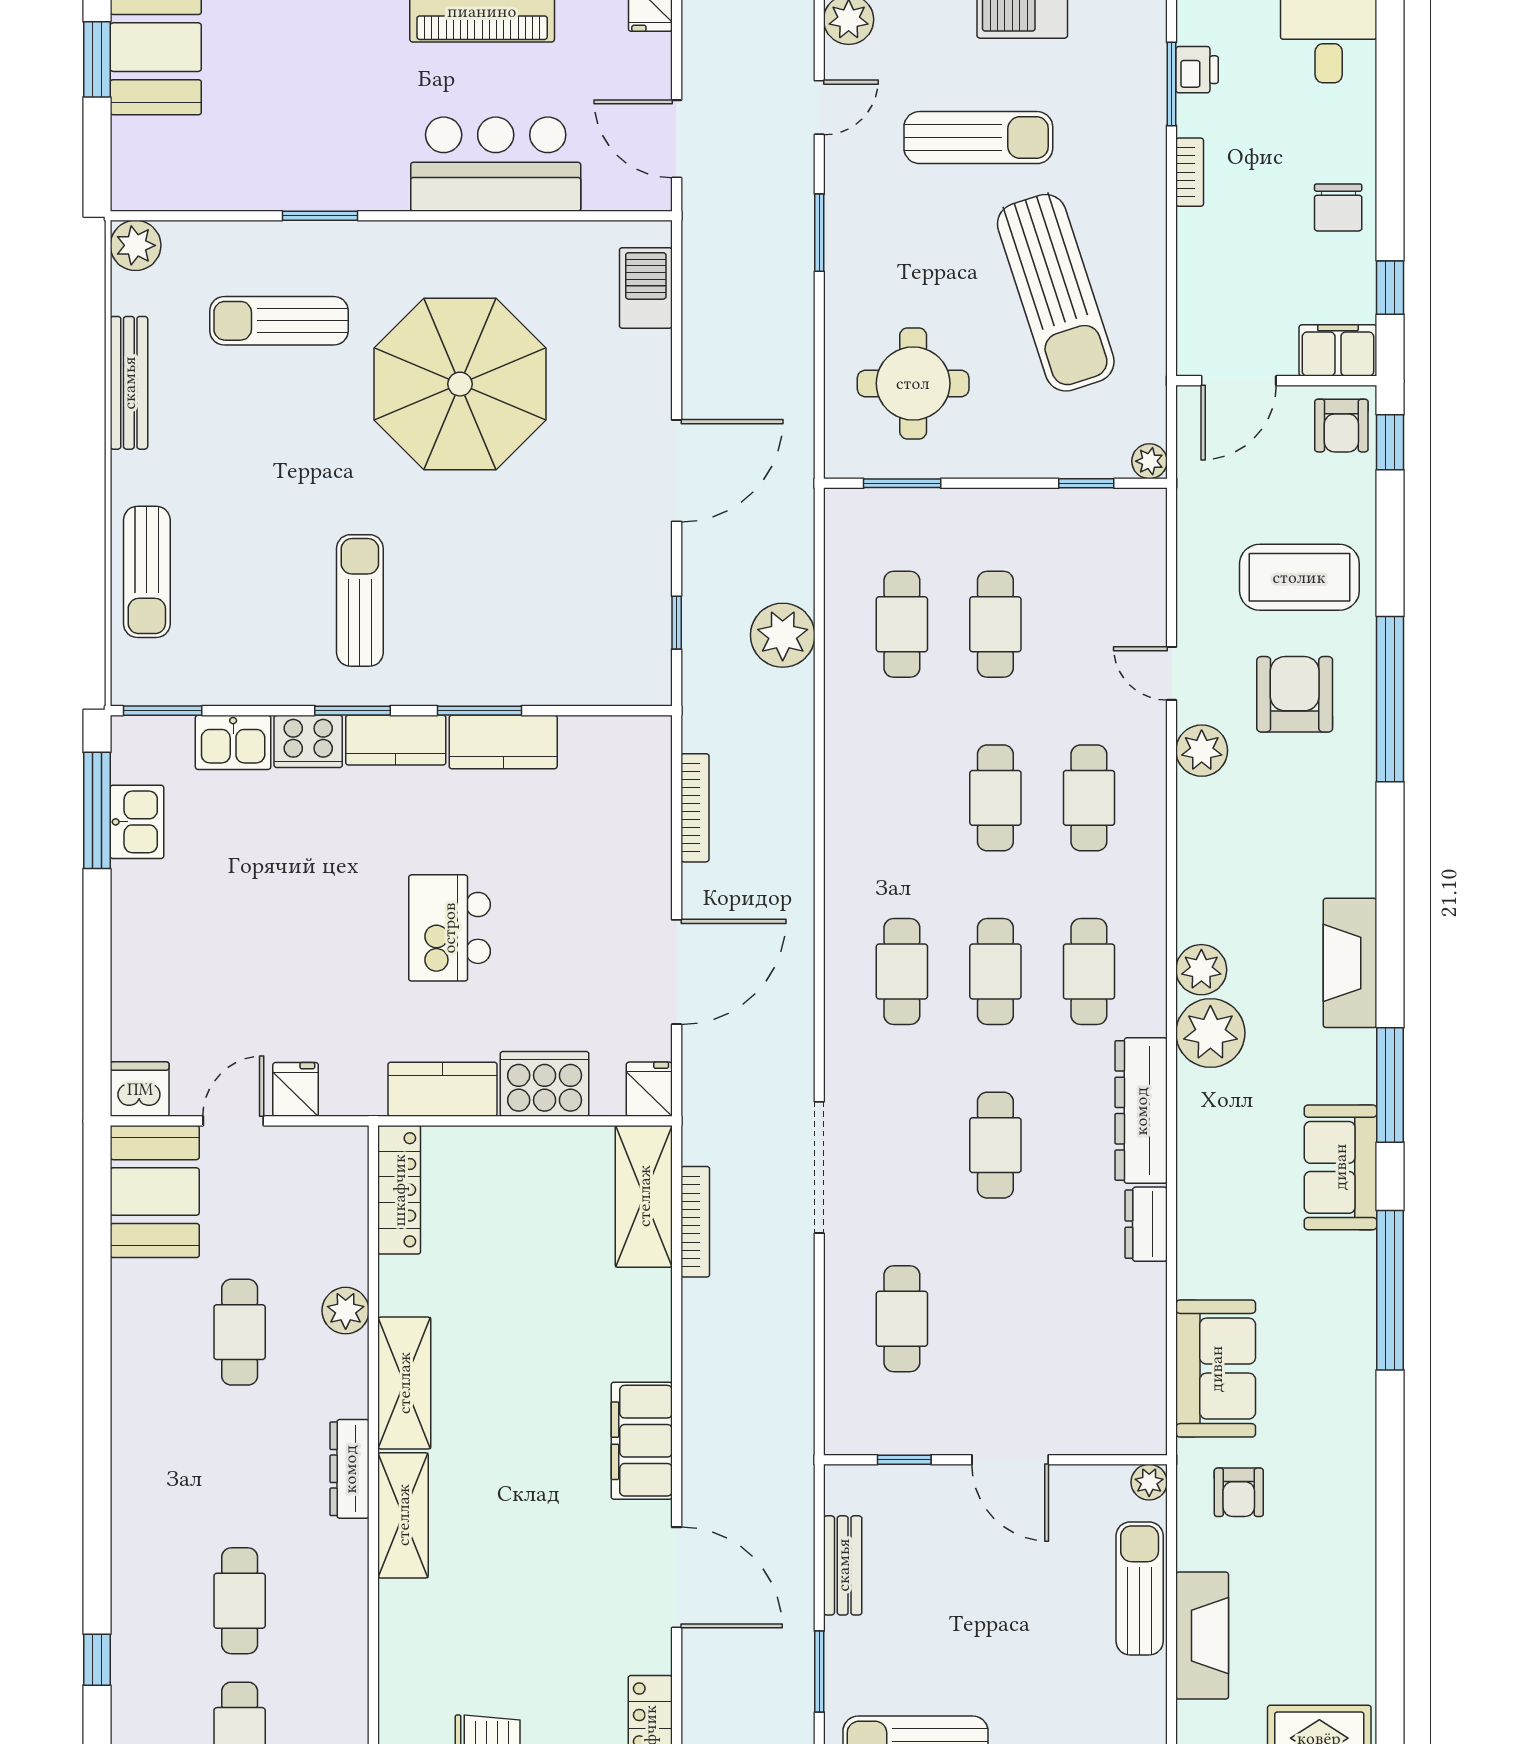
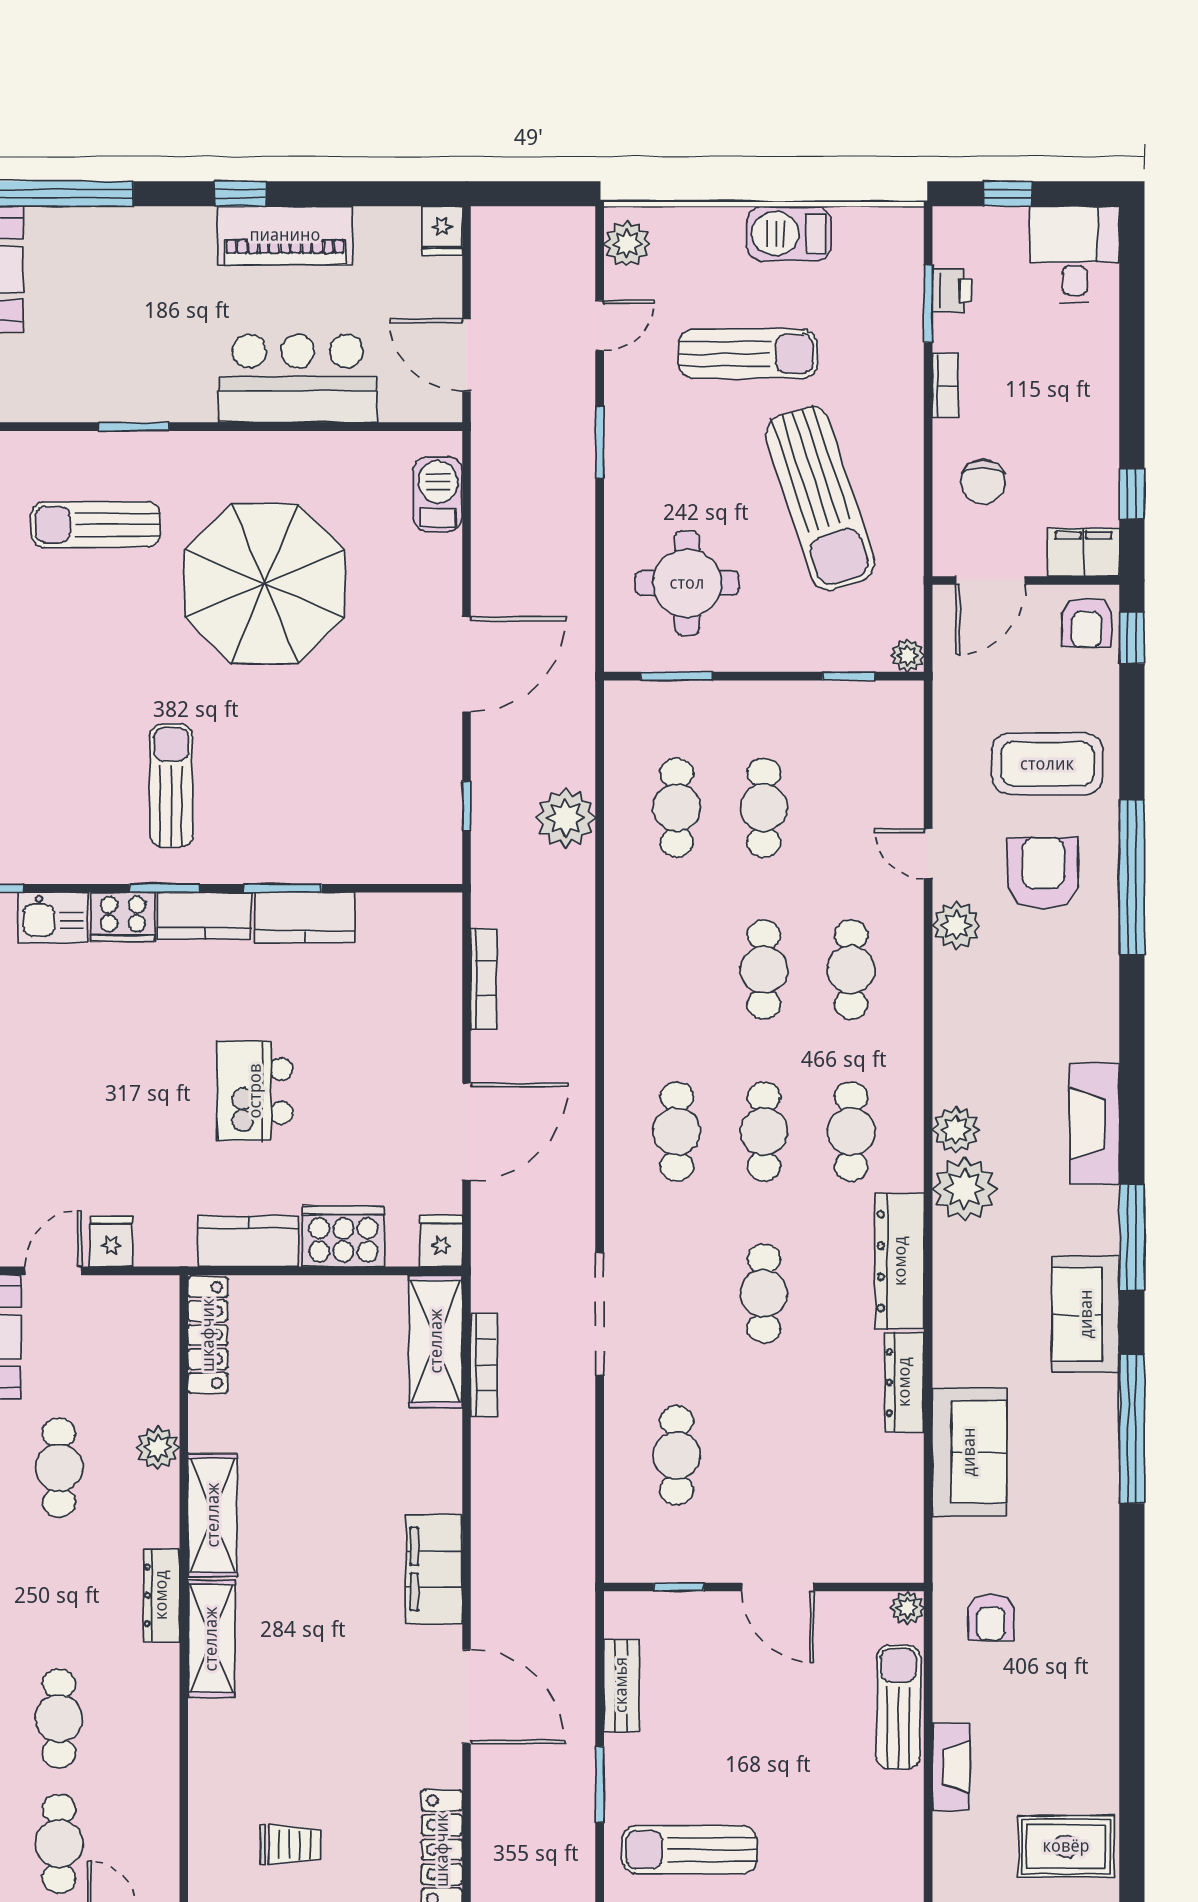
chair: (1338, 207) -> (983, 482), moved
dresser: (1146, 1224) -> (904, 1382), width x1.44
sofa: (1216, 1369) -> (969, 1452), moved
fireplace: (1202, 1636) -> (951, 1767), width x0.73, depth x0.76

